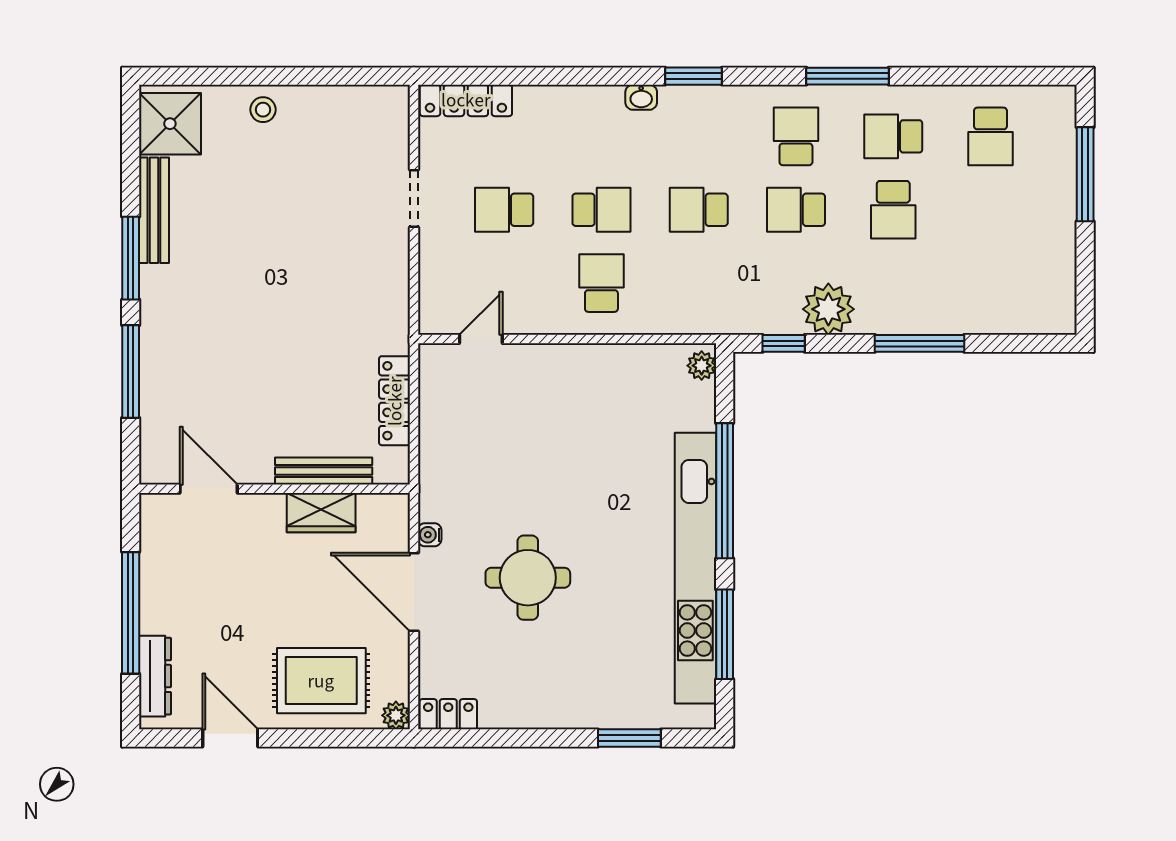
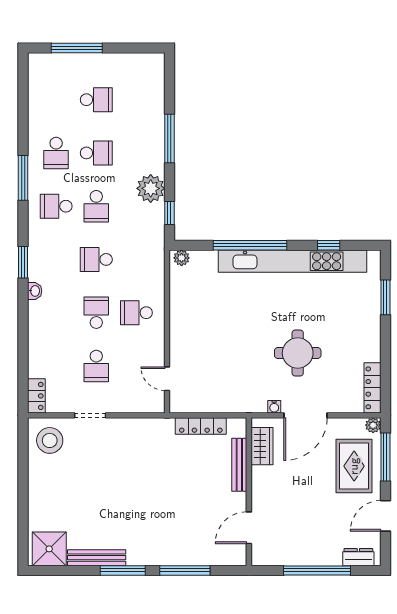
locker: (466, 100) -> (36, 396), width x0.66
stool: (263, 110) -> (50, 440), moved, width x1.89, depth x1.89
school desk: (990, 136) -> (96, 100), moved
school desk: (699, 210) -> (96, 259), turned 90
wardrobe: (321, 513) -> (262, 446), moved
window: (725, 634) -> (329, 245), width x0.46
dresser: (155, 676) -> (358, 557), width x0.70
locker: (448, 714) -> (372, 388), width x1.53
window: (338, 738) -> (385, 457), added

